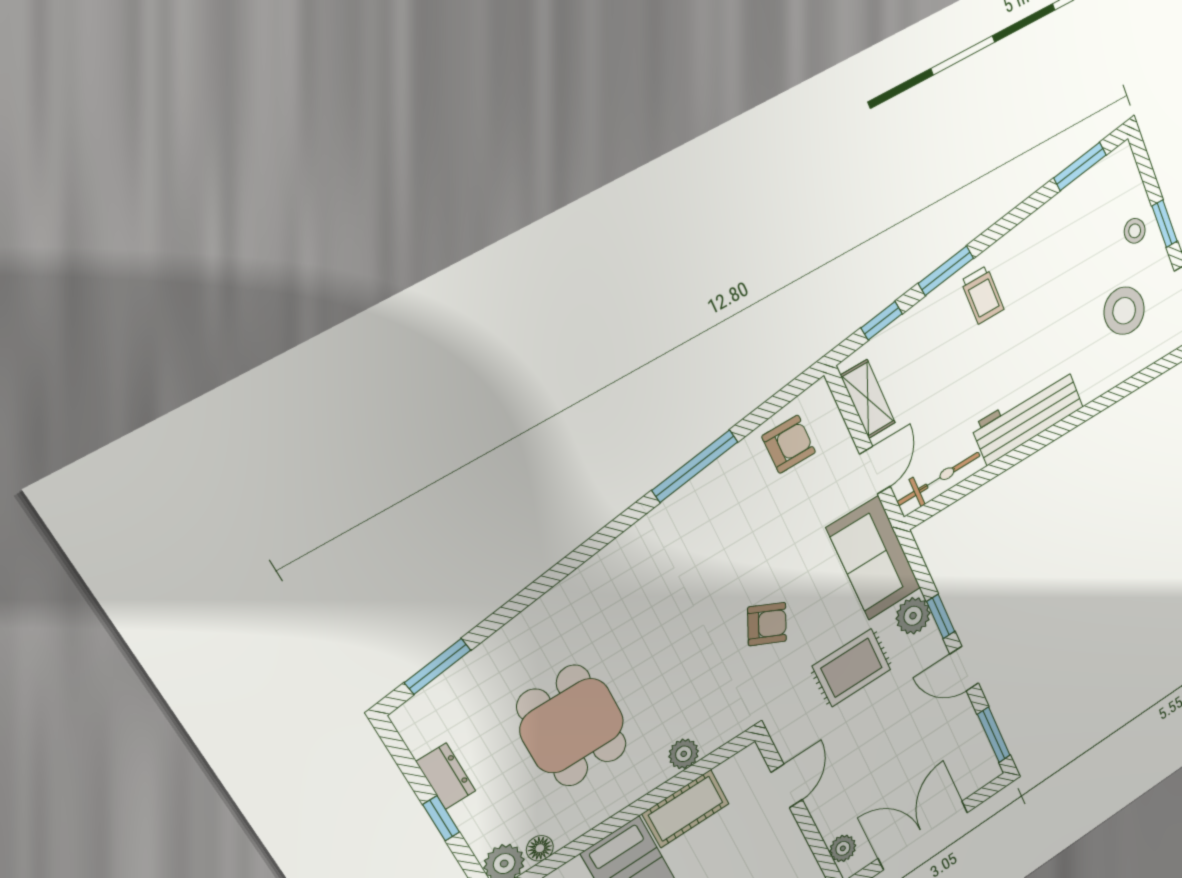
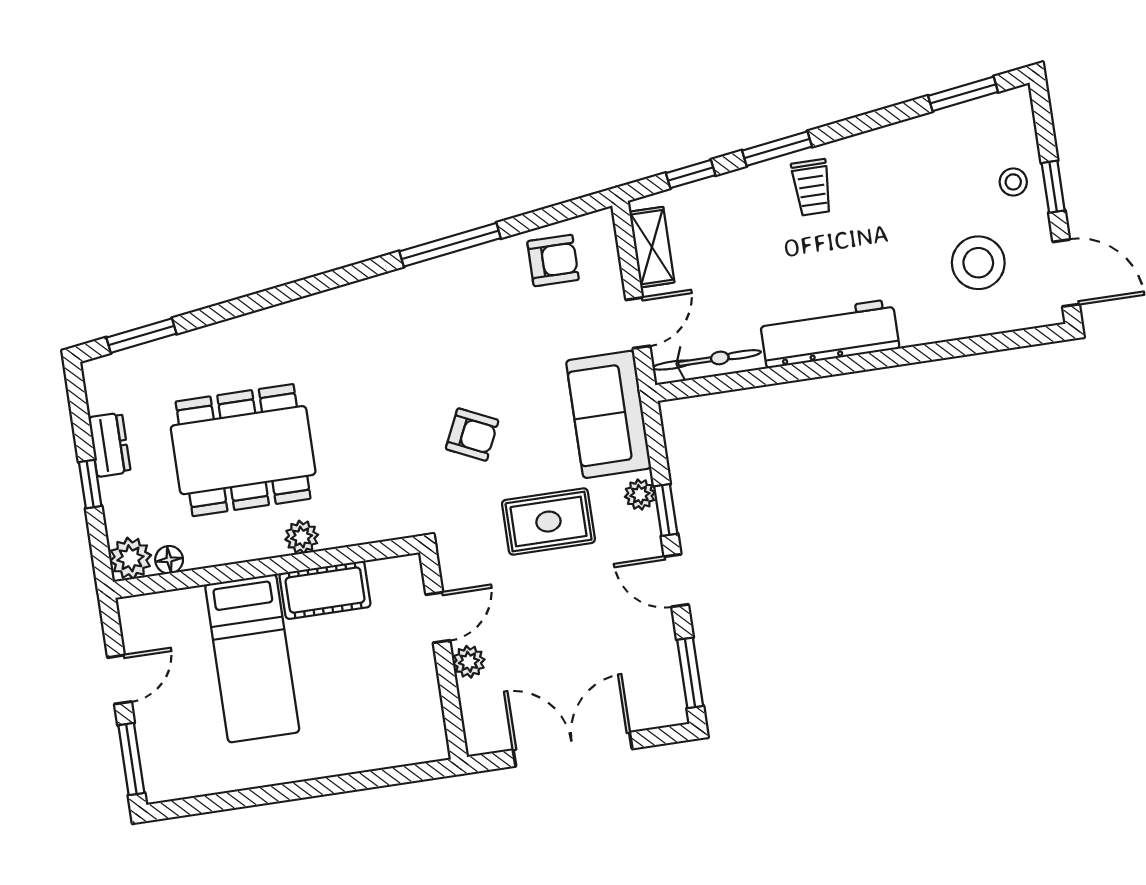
plant: (913, 616) -> (640, 494), width x0.73, depth x0.73
dining table: (572, 726) -> (243, 450), width x1.38
plant: (684, 754) -> (302, 537), moved
plant: (843, 848) -> (469, 662), moved

